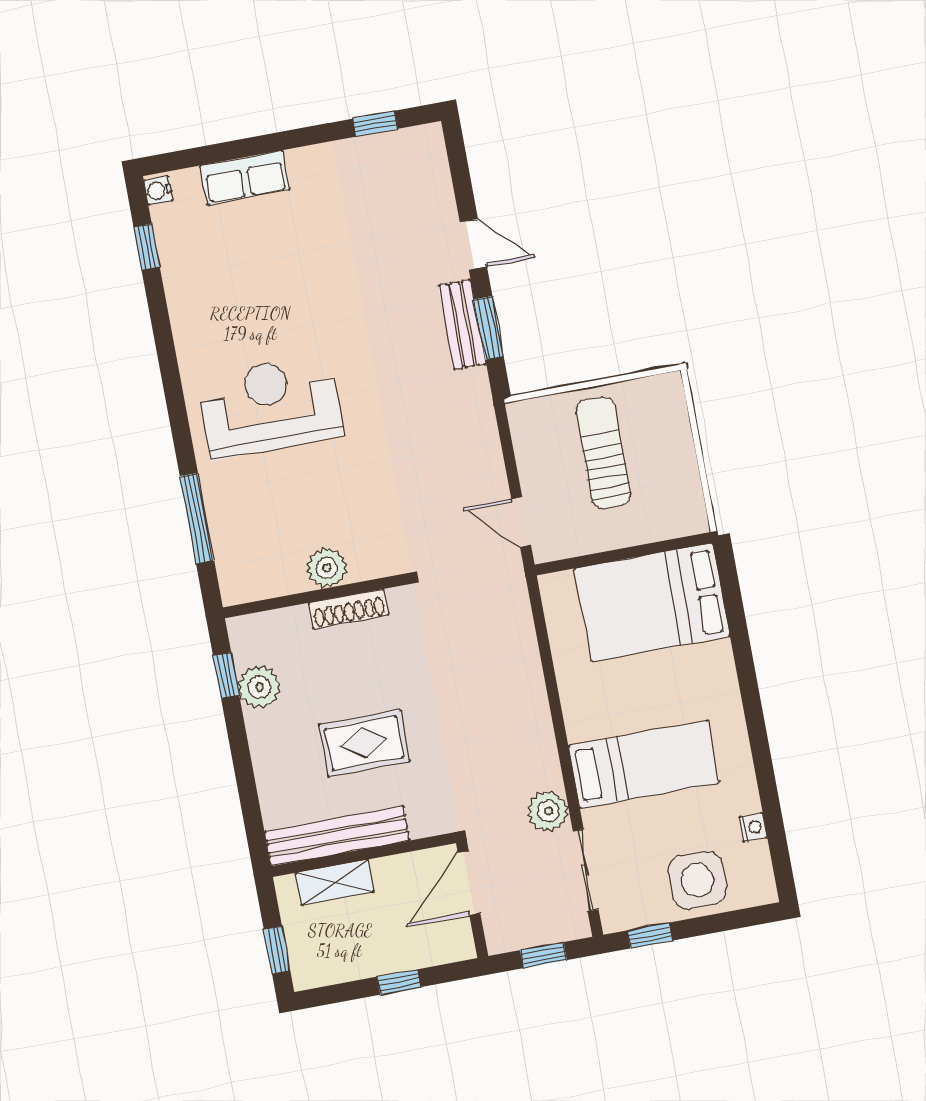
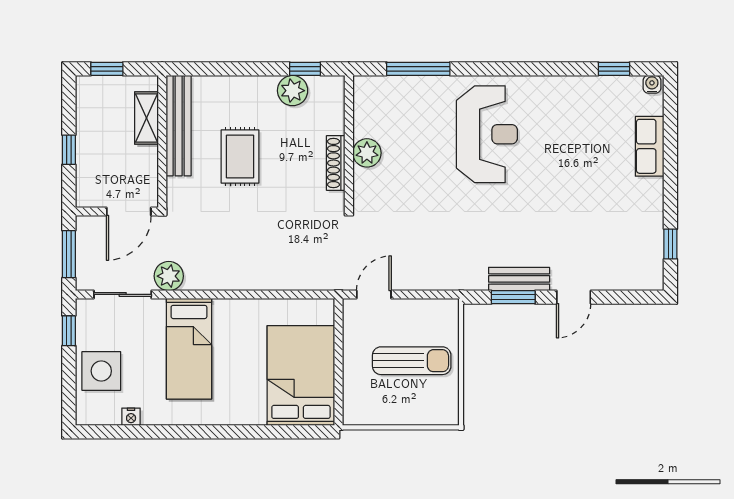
door: (469, 883) -> (129, 212), swing flipped
window: (543, 955) -> (69, 254), width x1.50

